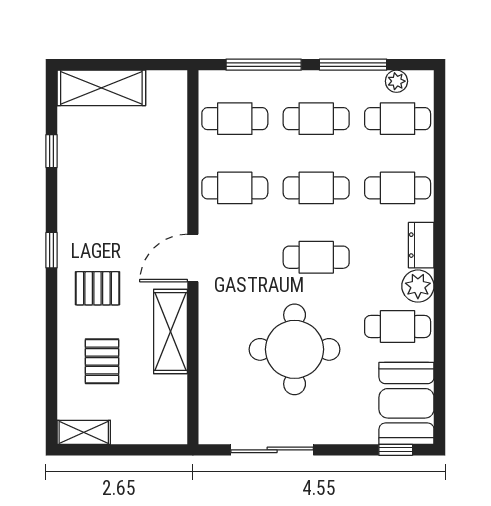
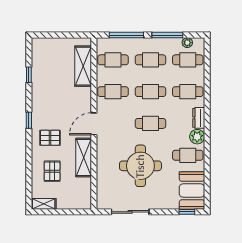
shelving: (101, 88) -> (83, 66), moved, turned 90

